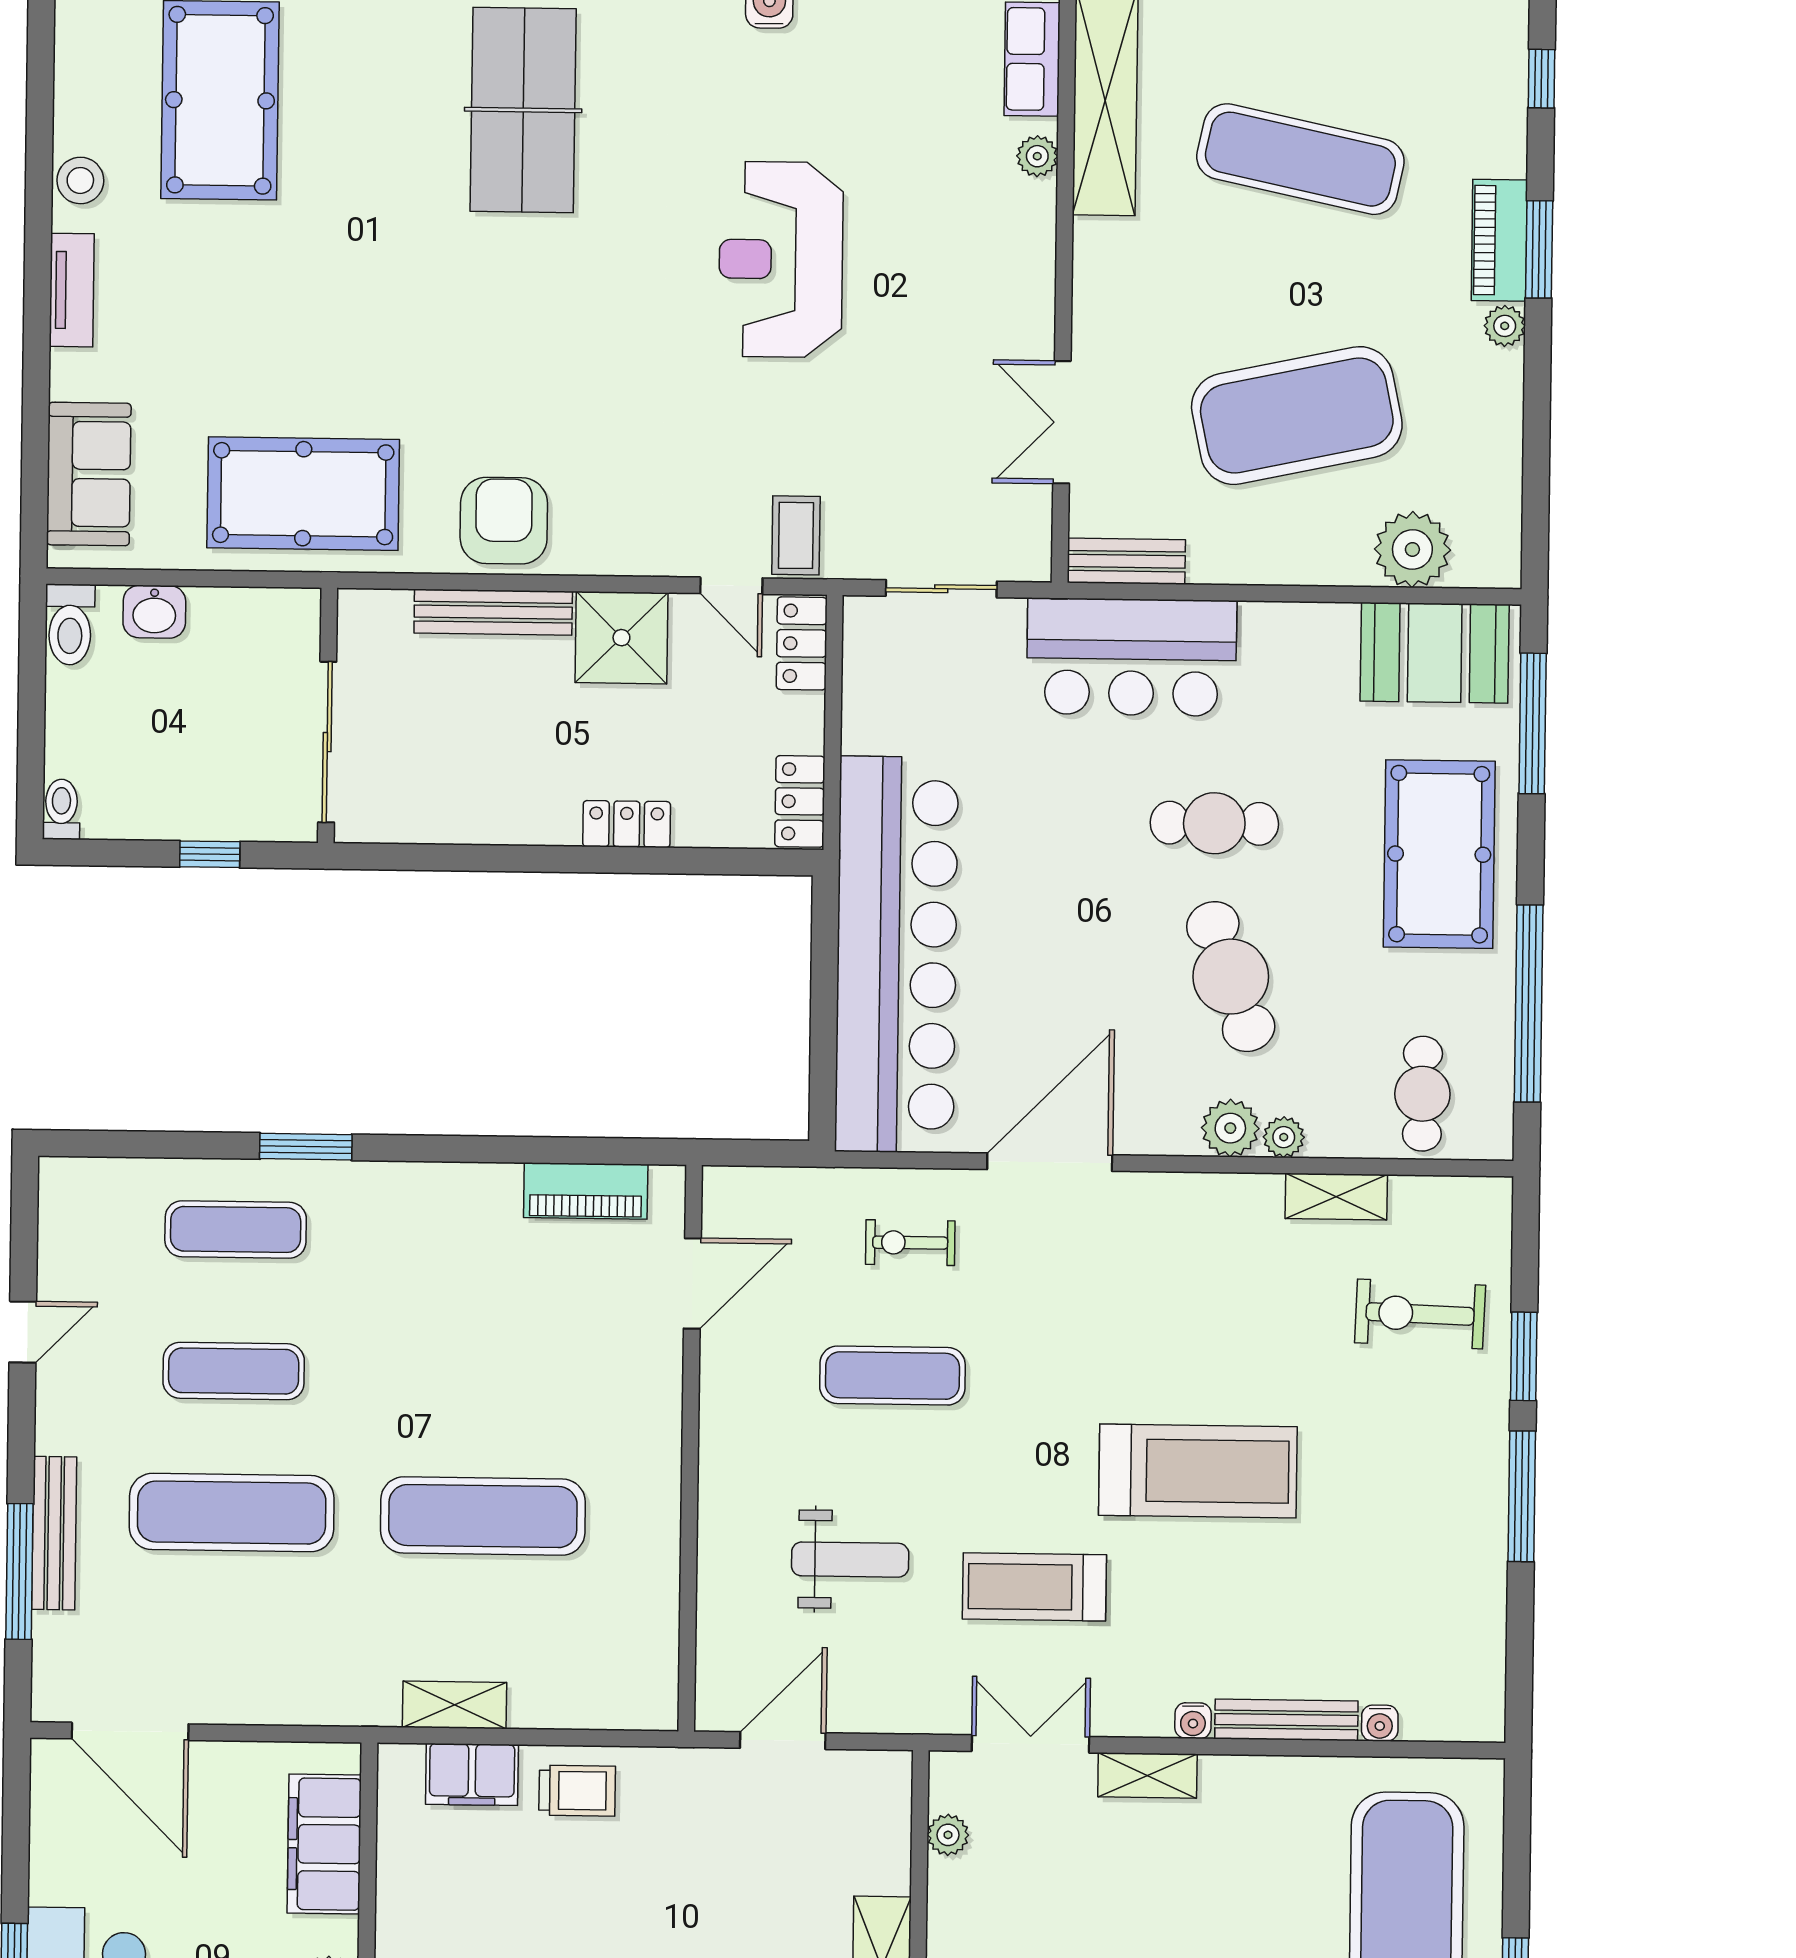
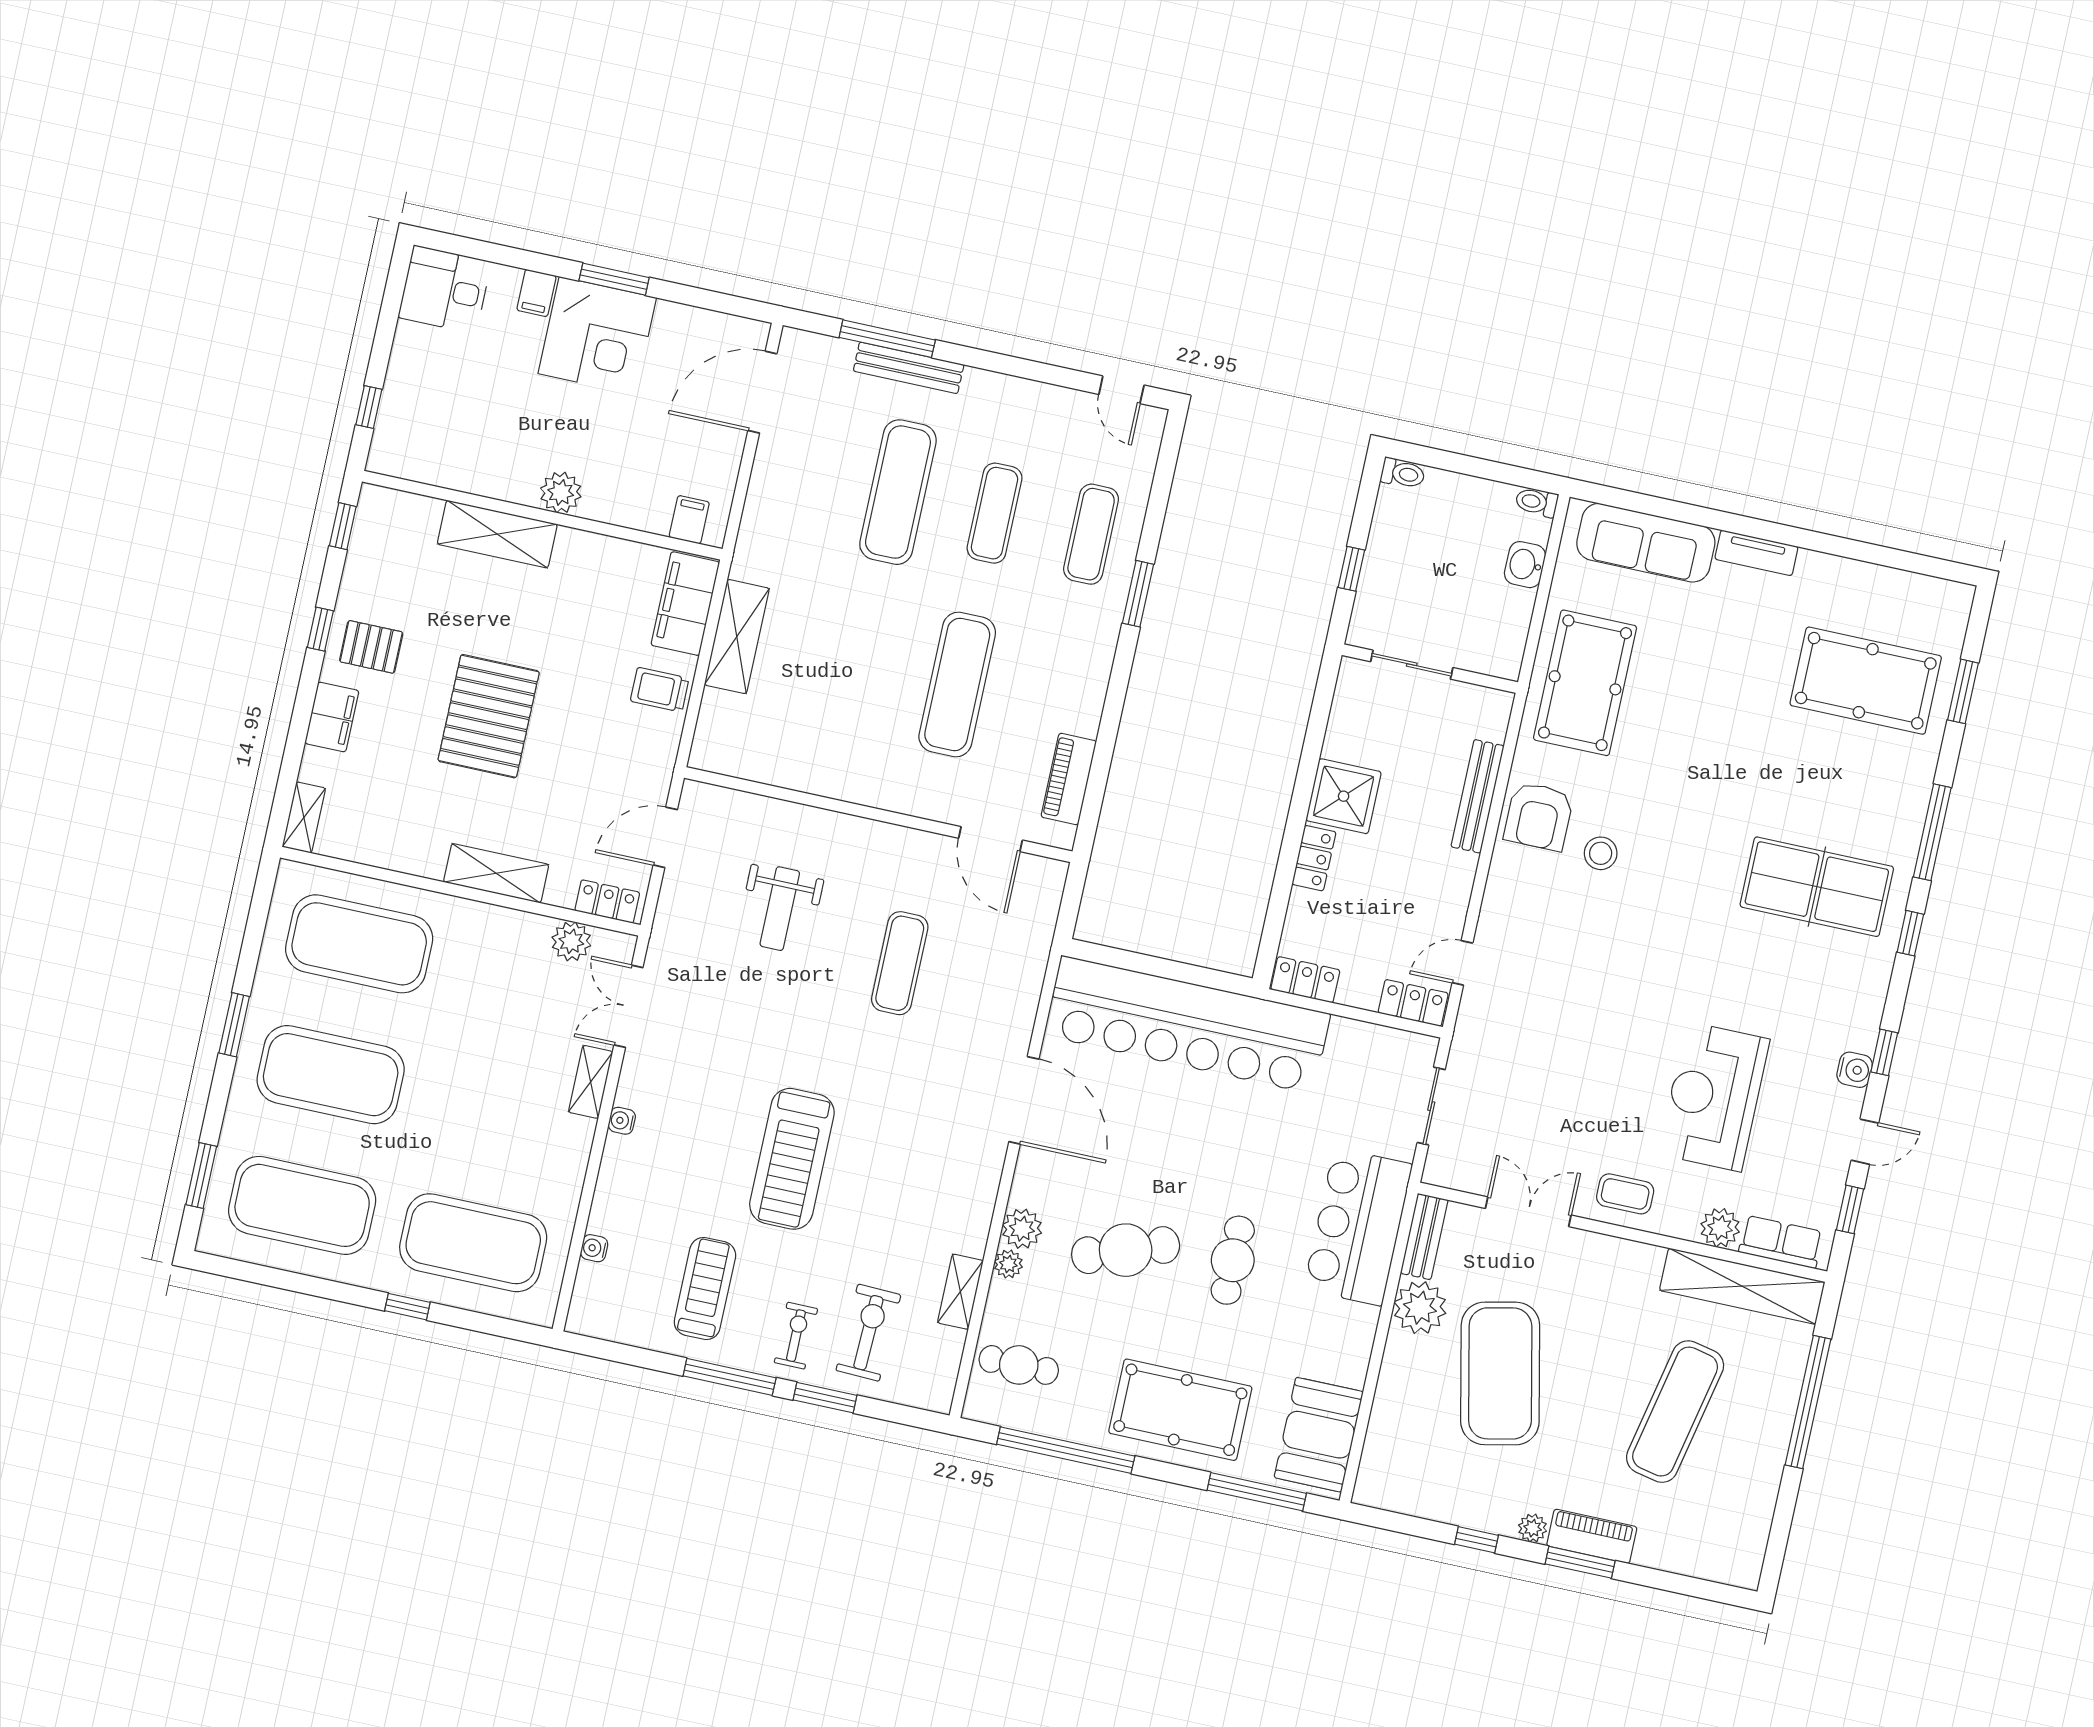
window: (1542, 79) -> (1477, 1540), moved
plant: (1037, 156) -> (1720, 1228), width x1.38, depth x1.38
stool: (80, 180) -> (1601, 853), moved
reception desk: (781, 259) -> (1714, 1097), moved, turned -90
sofa: (89, 474) -> (1646, 543), width x1.36
armchair: (504, 521) -> (1539, 816), turned 90
coffee table: (796, 535) -> (1625, 1194), moved
plant: (1412, 549) -> (1420, 1308), moved
toilet: (70, 625) -> (1537, 502), width x0.73, depth x0.72
shower: (621, 638) -> (1344, 796), moved
sliding door: (327, 742) -> (1412, 665), width x0.73
exercise bike: (910, 1243) -> (796, 1336), moved
door: (23, 1332) -> (1121, 390), moved
exercise mat: (483, 1516) -> (957, 684), moved
treadmill: (1034, 1587) -> (705, 1288), moved
shelving: (454, 1705) -> (737, 637), width x1.50, depth x1.33
bench: (1286, 1720) -> (609, 1185), removed
door: (783, 1741) -> (665, 837), swing flipped
double door: (1030, 1744) -> (628, 1006), swing flipped
filing cabinet: (472, 1774) -> (685, 604), width x1.50, depth x1.17
trolley: (577, 1791) -> (660, 690), turned 90
locker: (889, 1804) -> (607, 902), added
plant: (948, 1835) -> (571, 941), width x1.38, depth x1.38
filing cabinet: (324, 1844) -> (689, 520), width x0.33, depth x0.86

